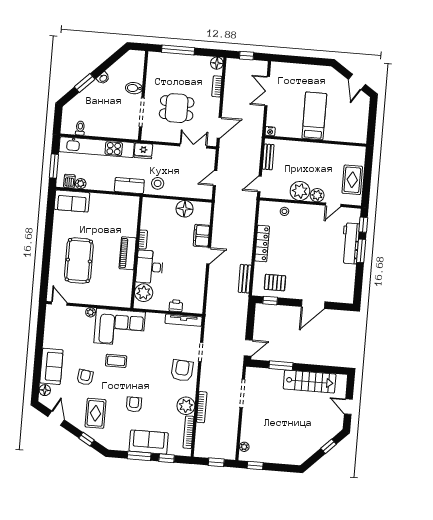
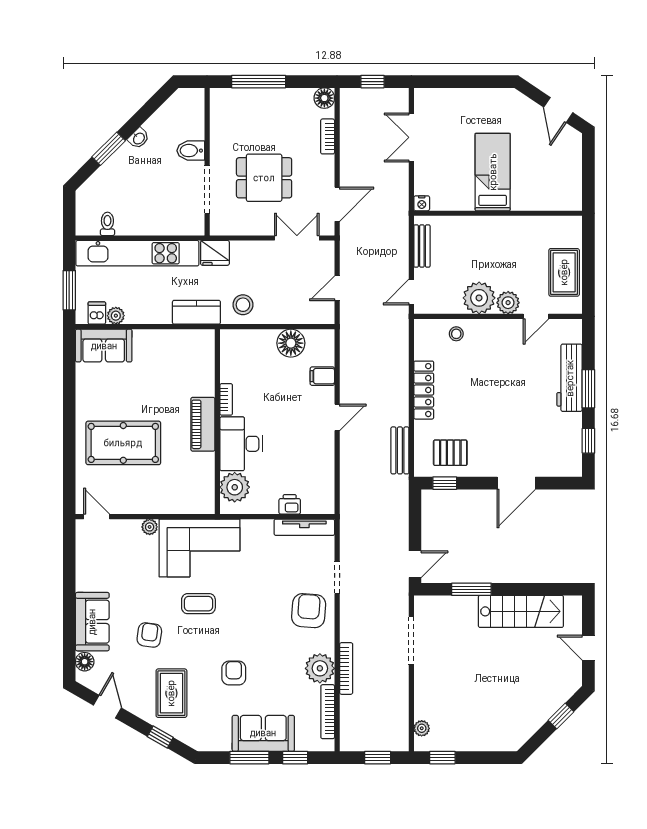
window: (363, 225) -> (588, 441), moved
filing cabinet: (201, 236) -> (322, 376), width x0.50
pool table: (79, 261) -> (123, 443), turned 90

